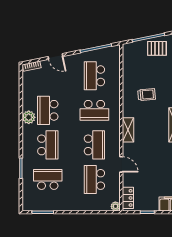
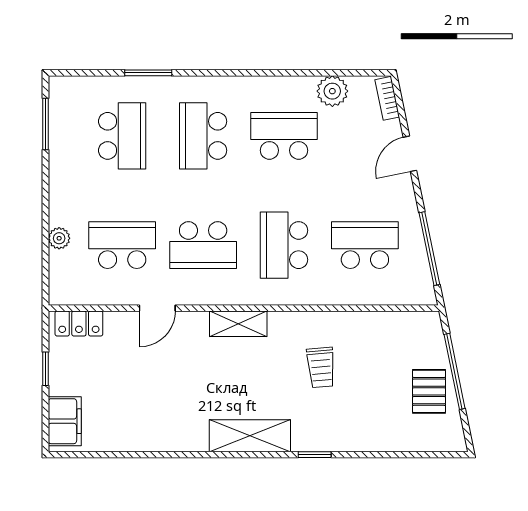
plant: (29, 117) -> (332, 91), moved
school desk: (48, 145) -> (203, 136), turned 90
plant: (115, 206) -> (59, 238), moved

